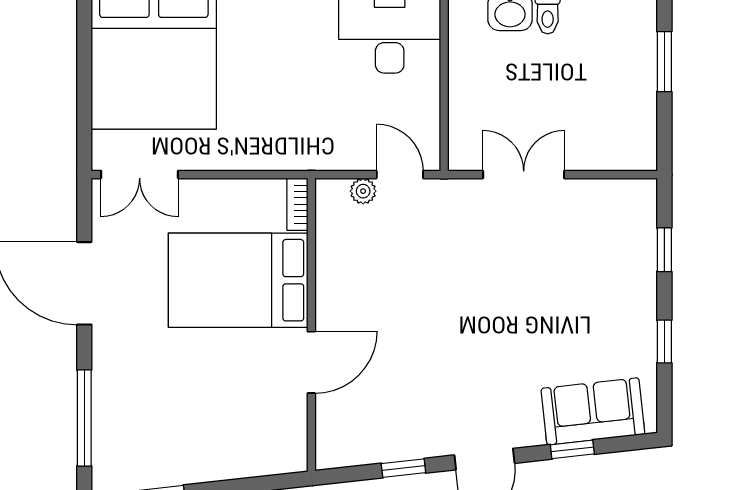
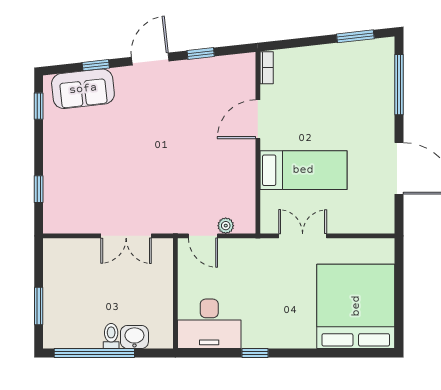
double door: (140, 175) -> (303, 236), moved
bookcase: (297, 204) -> (267, 68), moved
bed: (238, 280) -> (303, 170), width x0.67
window: (664, 342) -> (39, 106), moved

